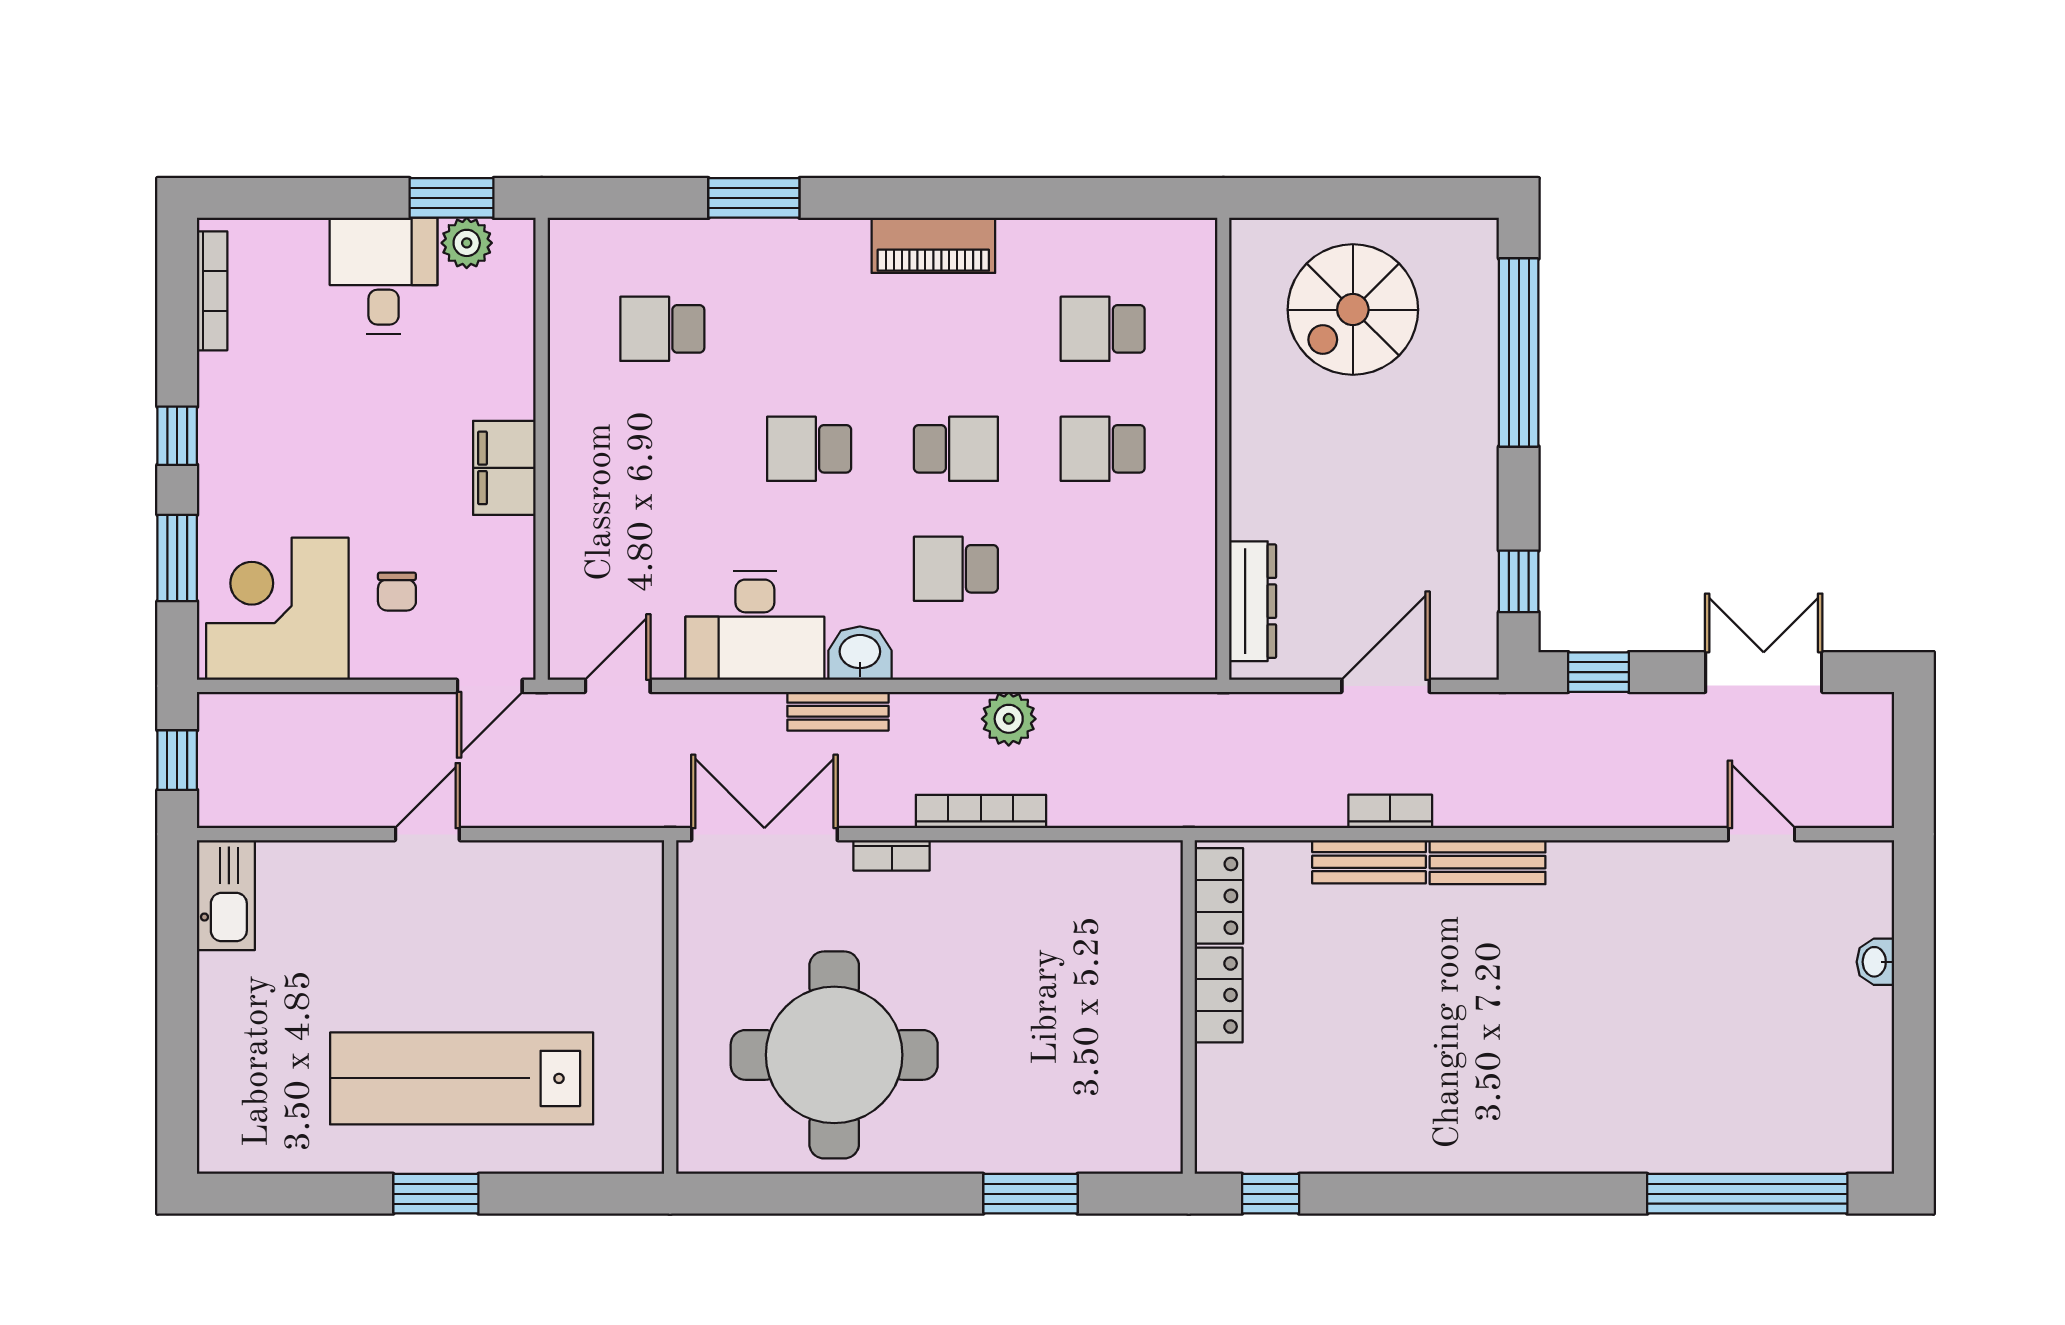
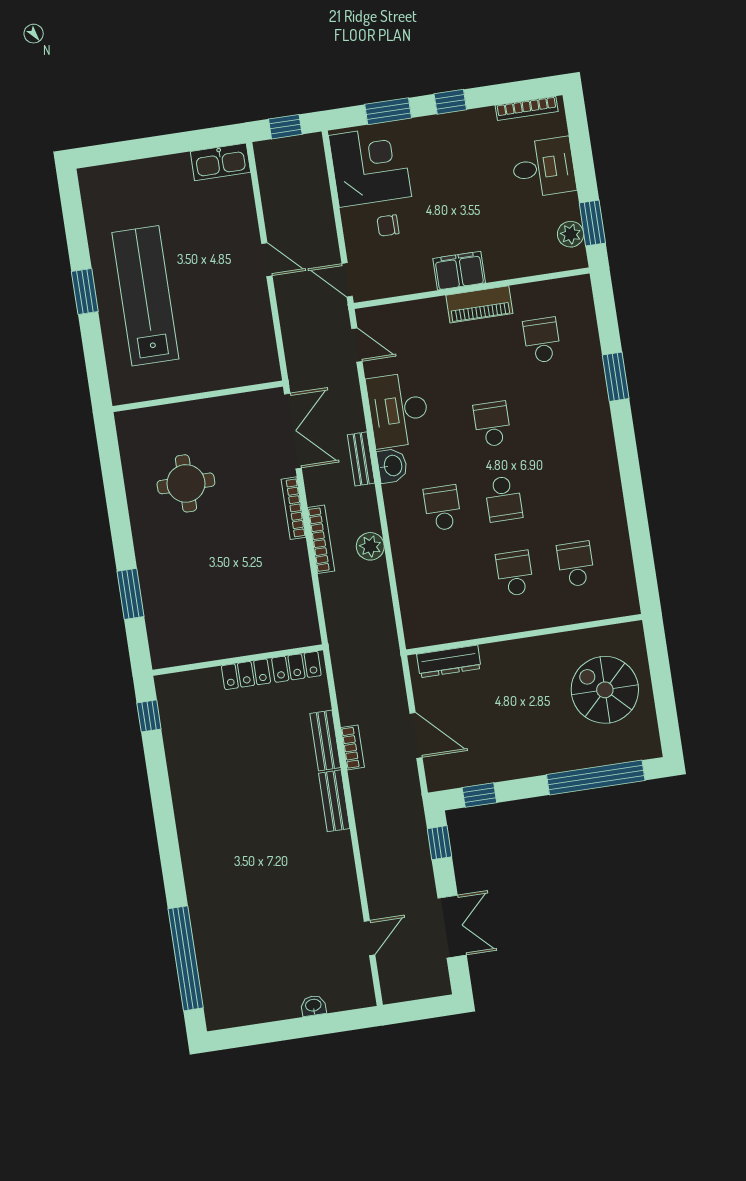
piano: (933, 245) -> (479, 304), moved, turned -90
desk: (384, 276) -> (543, 167), moved
bookcase: (892, 855) -> (294, 508), width x1.56
round table: (834, 1055) -> (186, 483), width x0.54, depth x0.54

